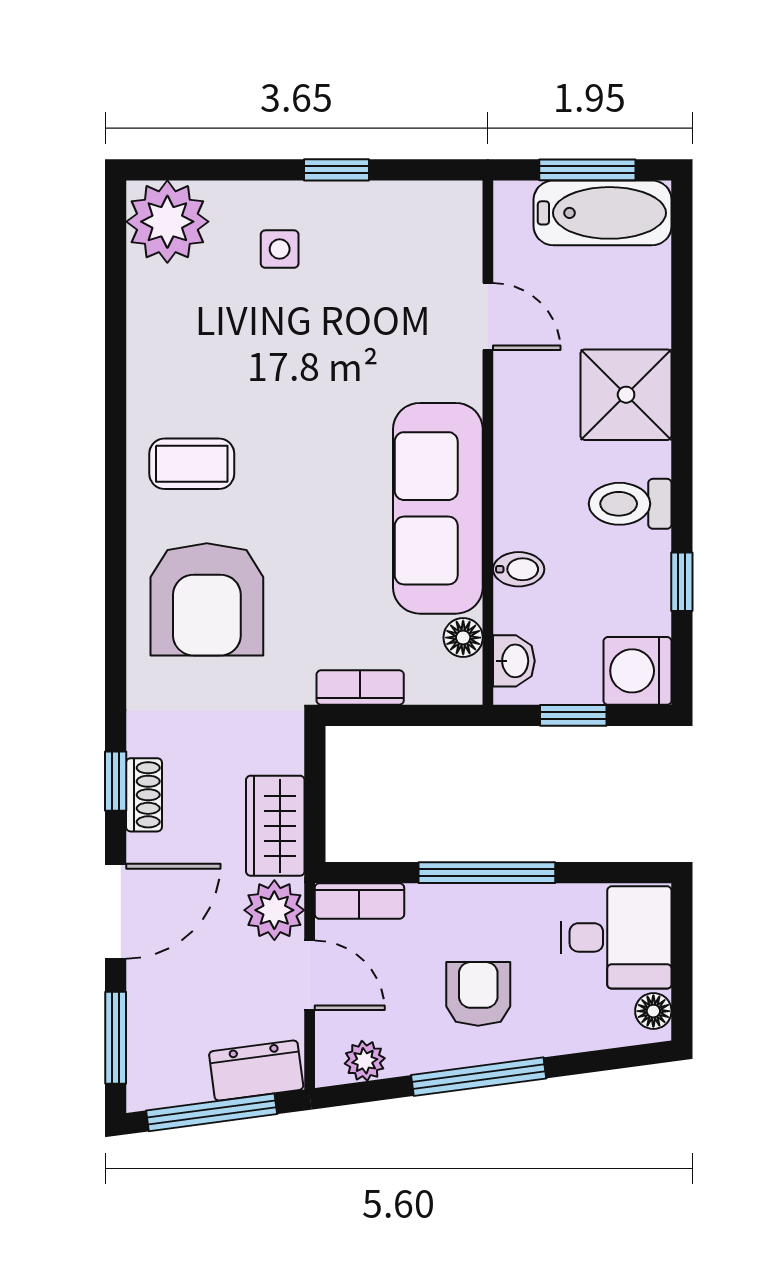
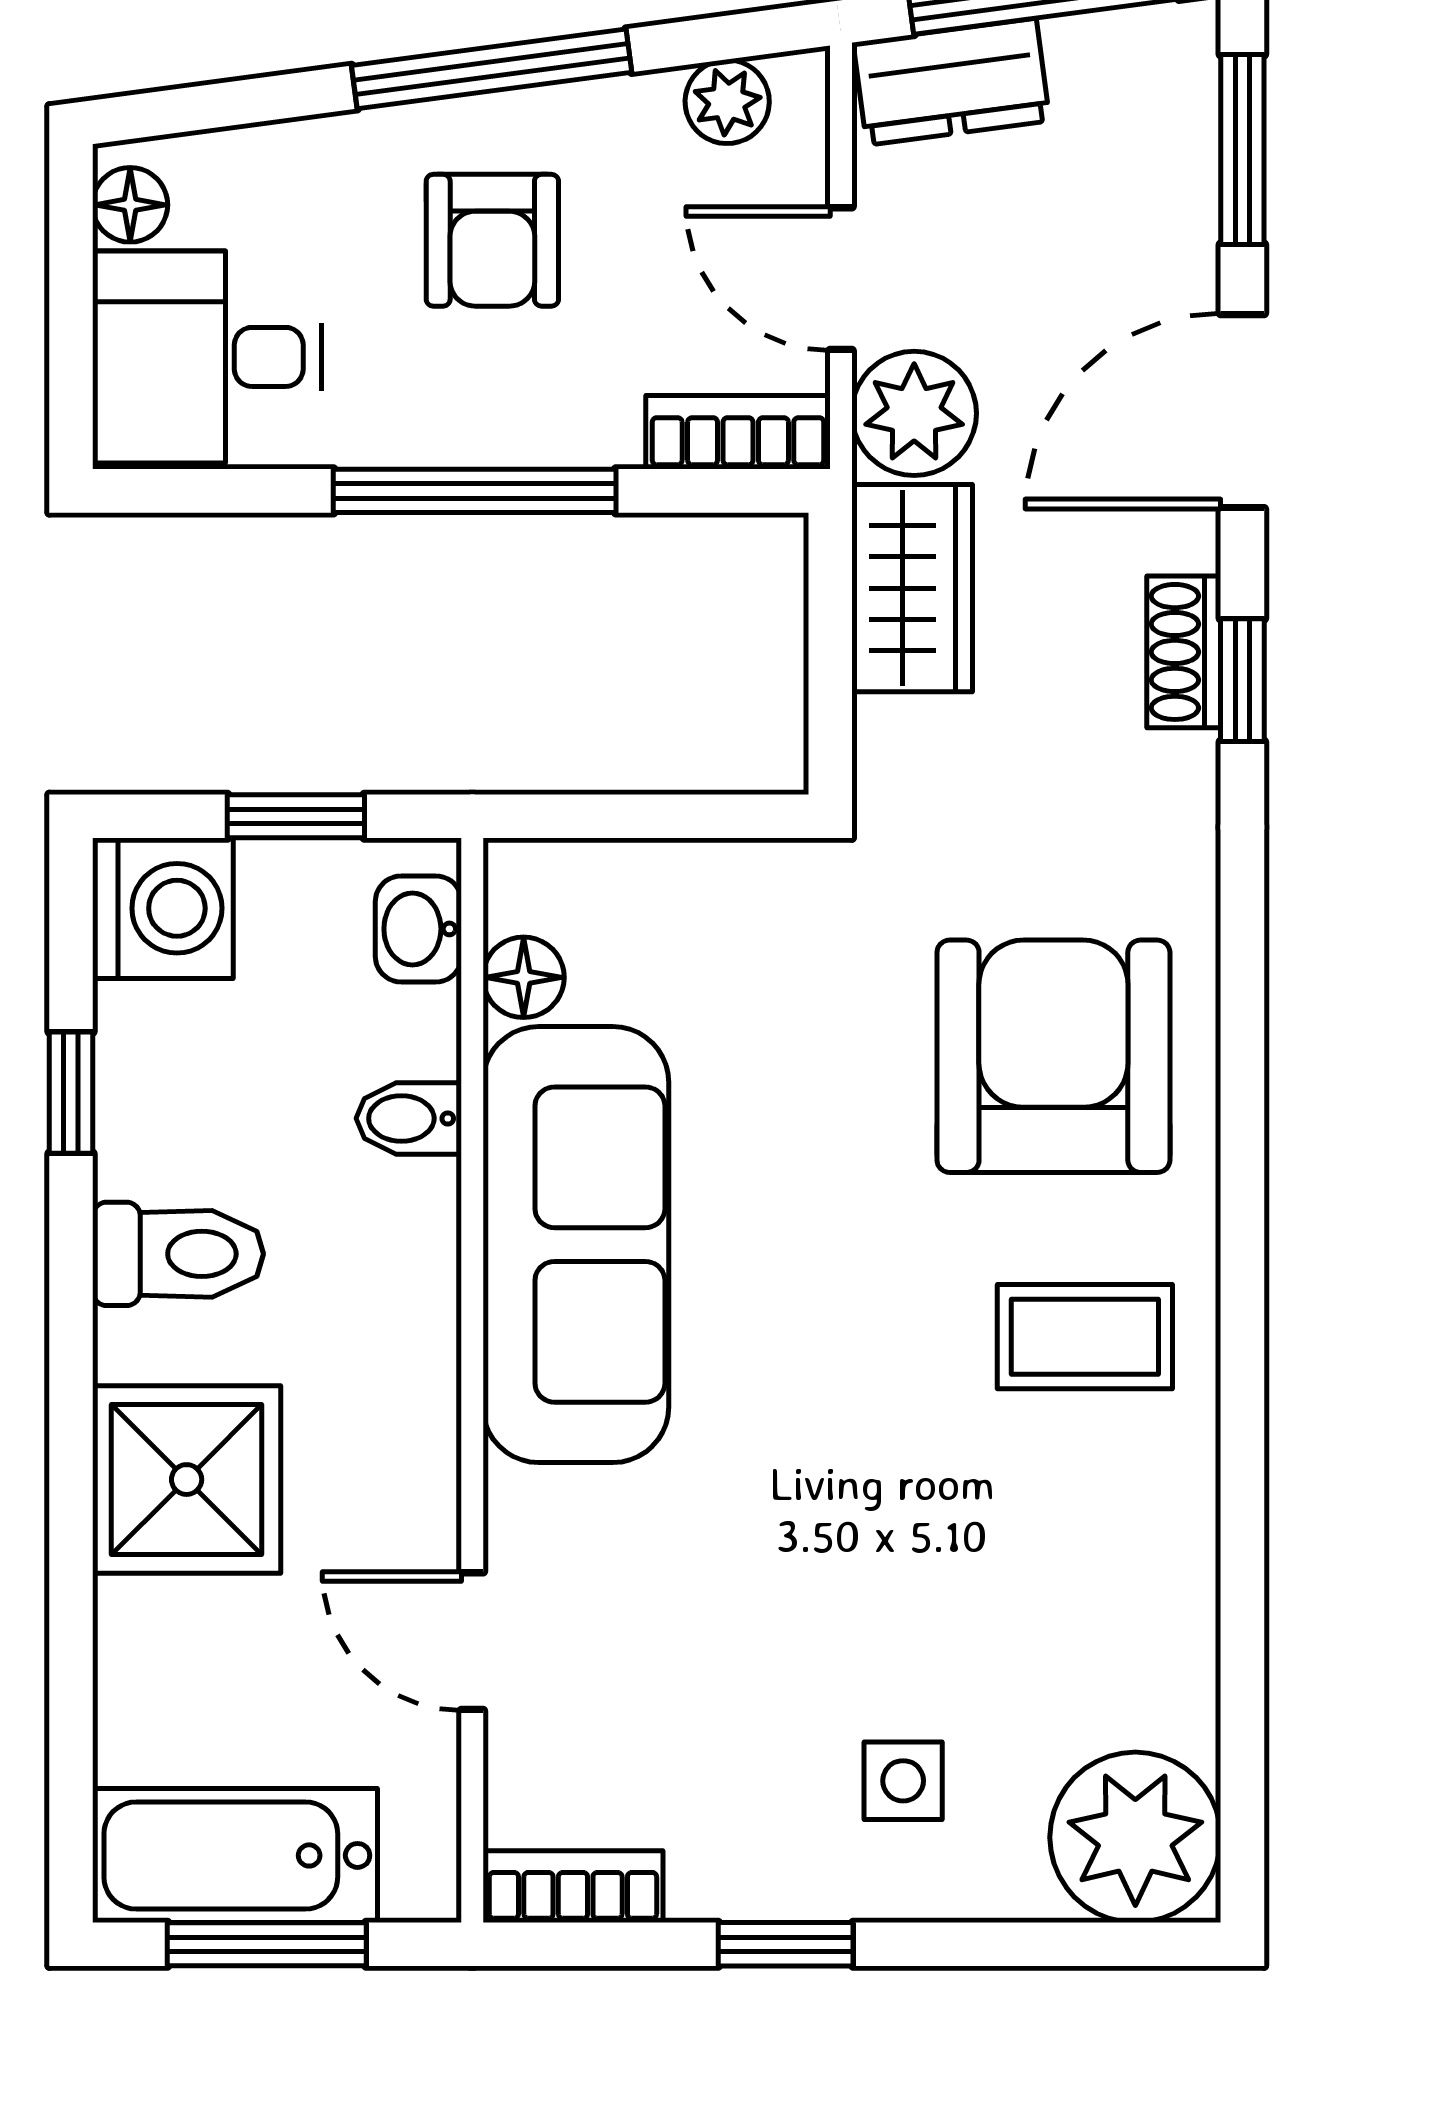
bookcase: (360, 687) -> (573, 1887), moved, turned 180

